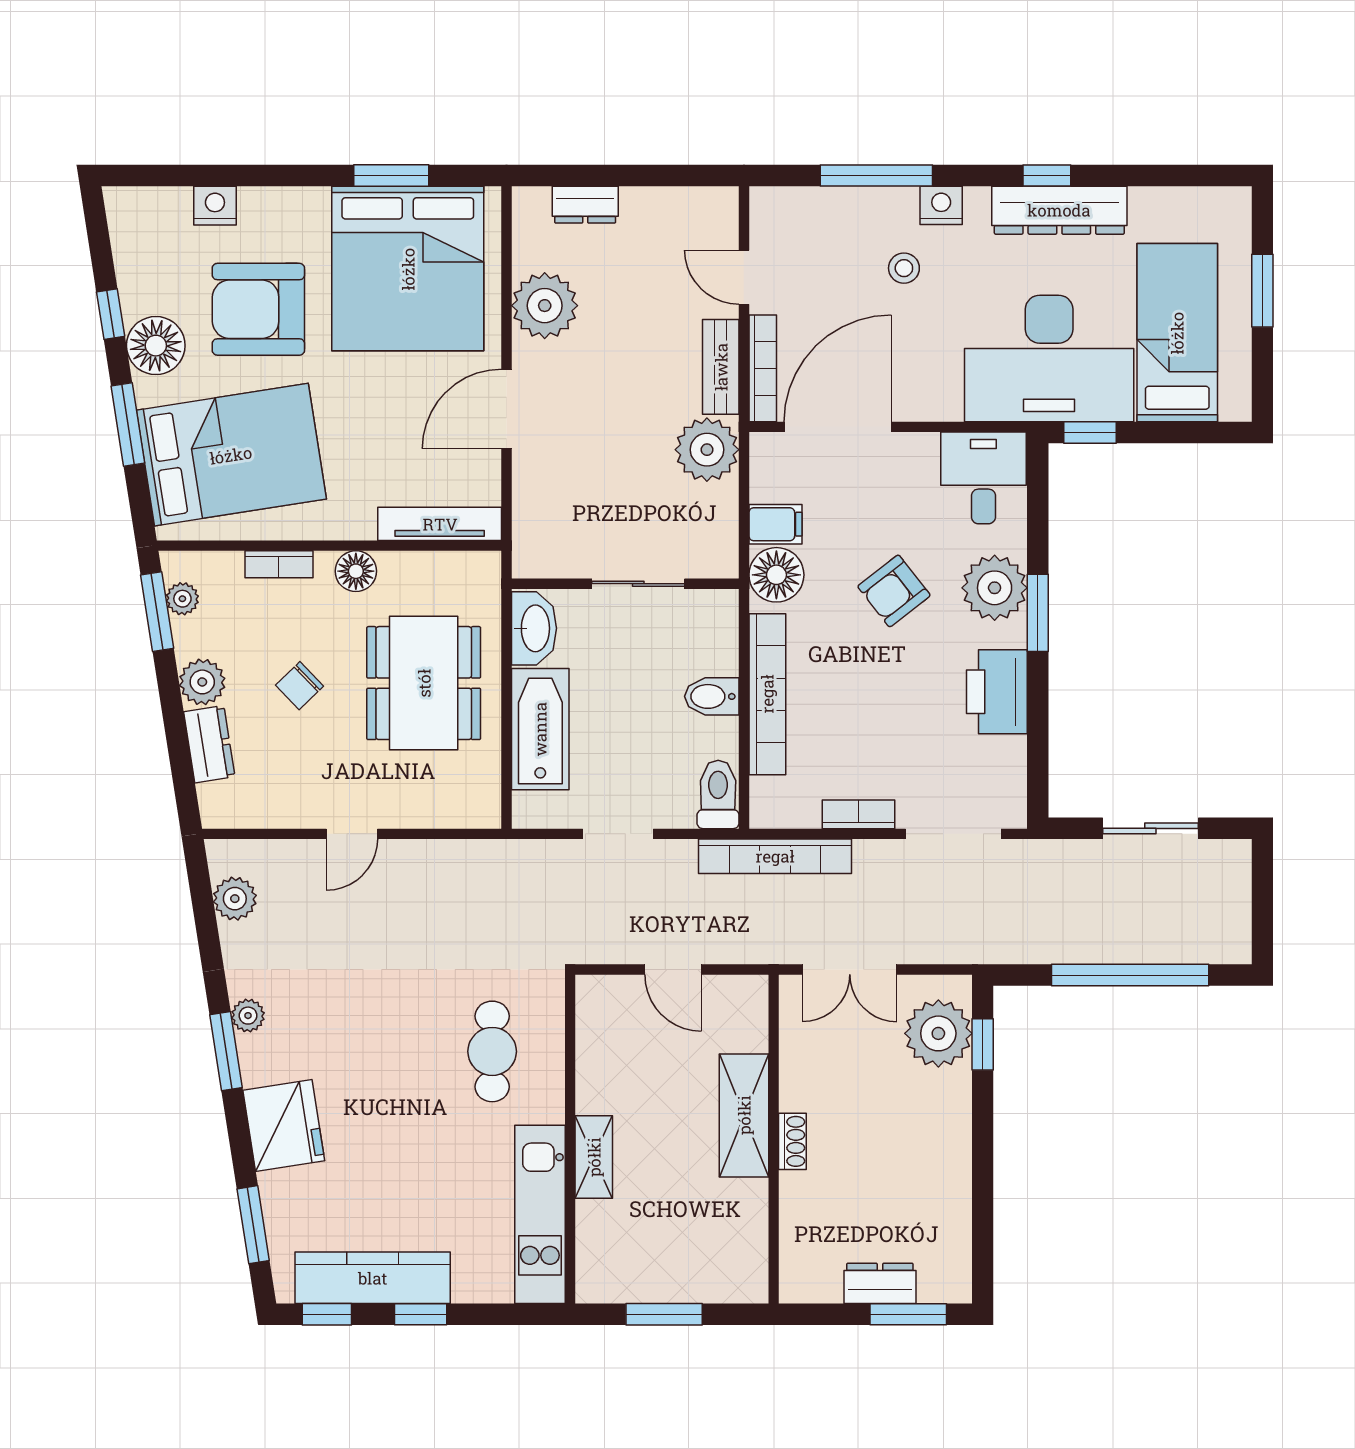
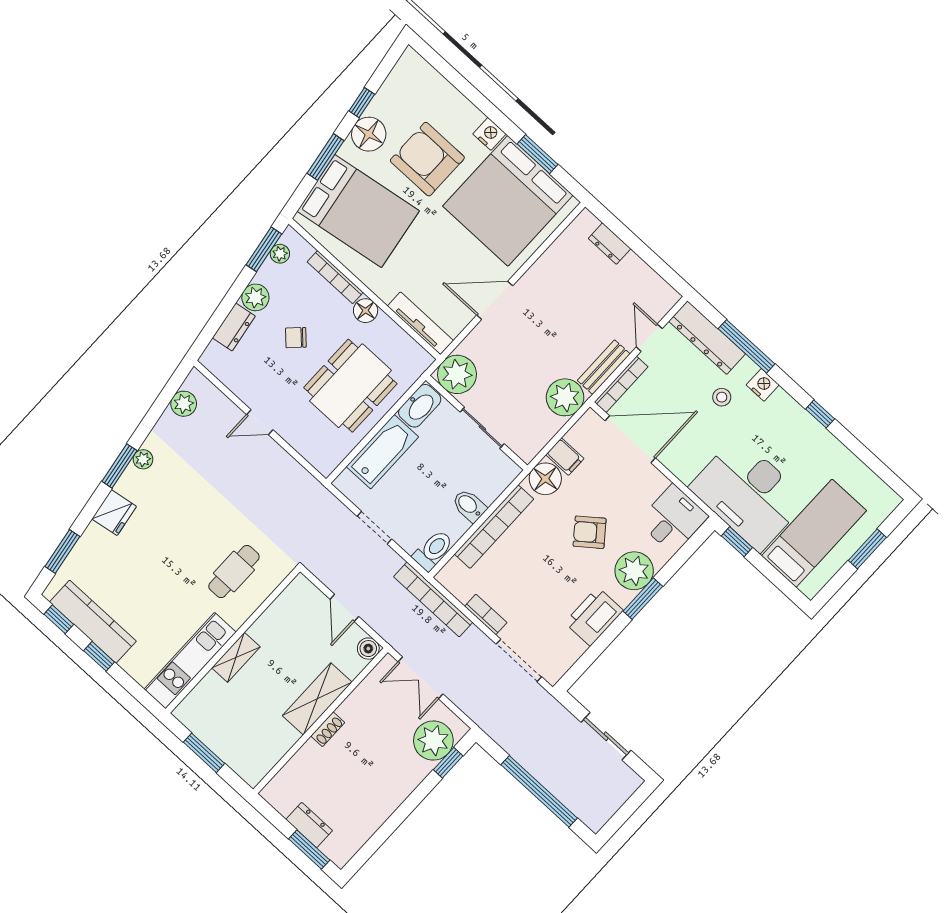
nightstand: (215, 206) -> (489, 134), moved
dresser: (1059, 210) -> (707, 338), moved
plant: (545, 306) -> (457, 374), moved
bookcase: (279, 564) -> (335, 277), width x1.56
boiler: (750, 993) -> (368, 649), added
fridge: (284, 1125) -> (114, 513), width x0.73, depth x0.75

